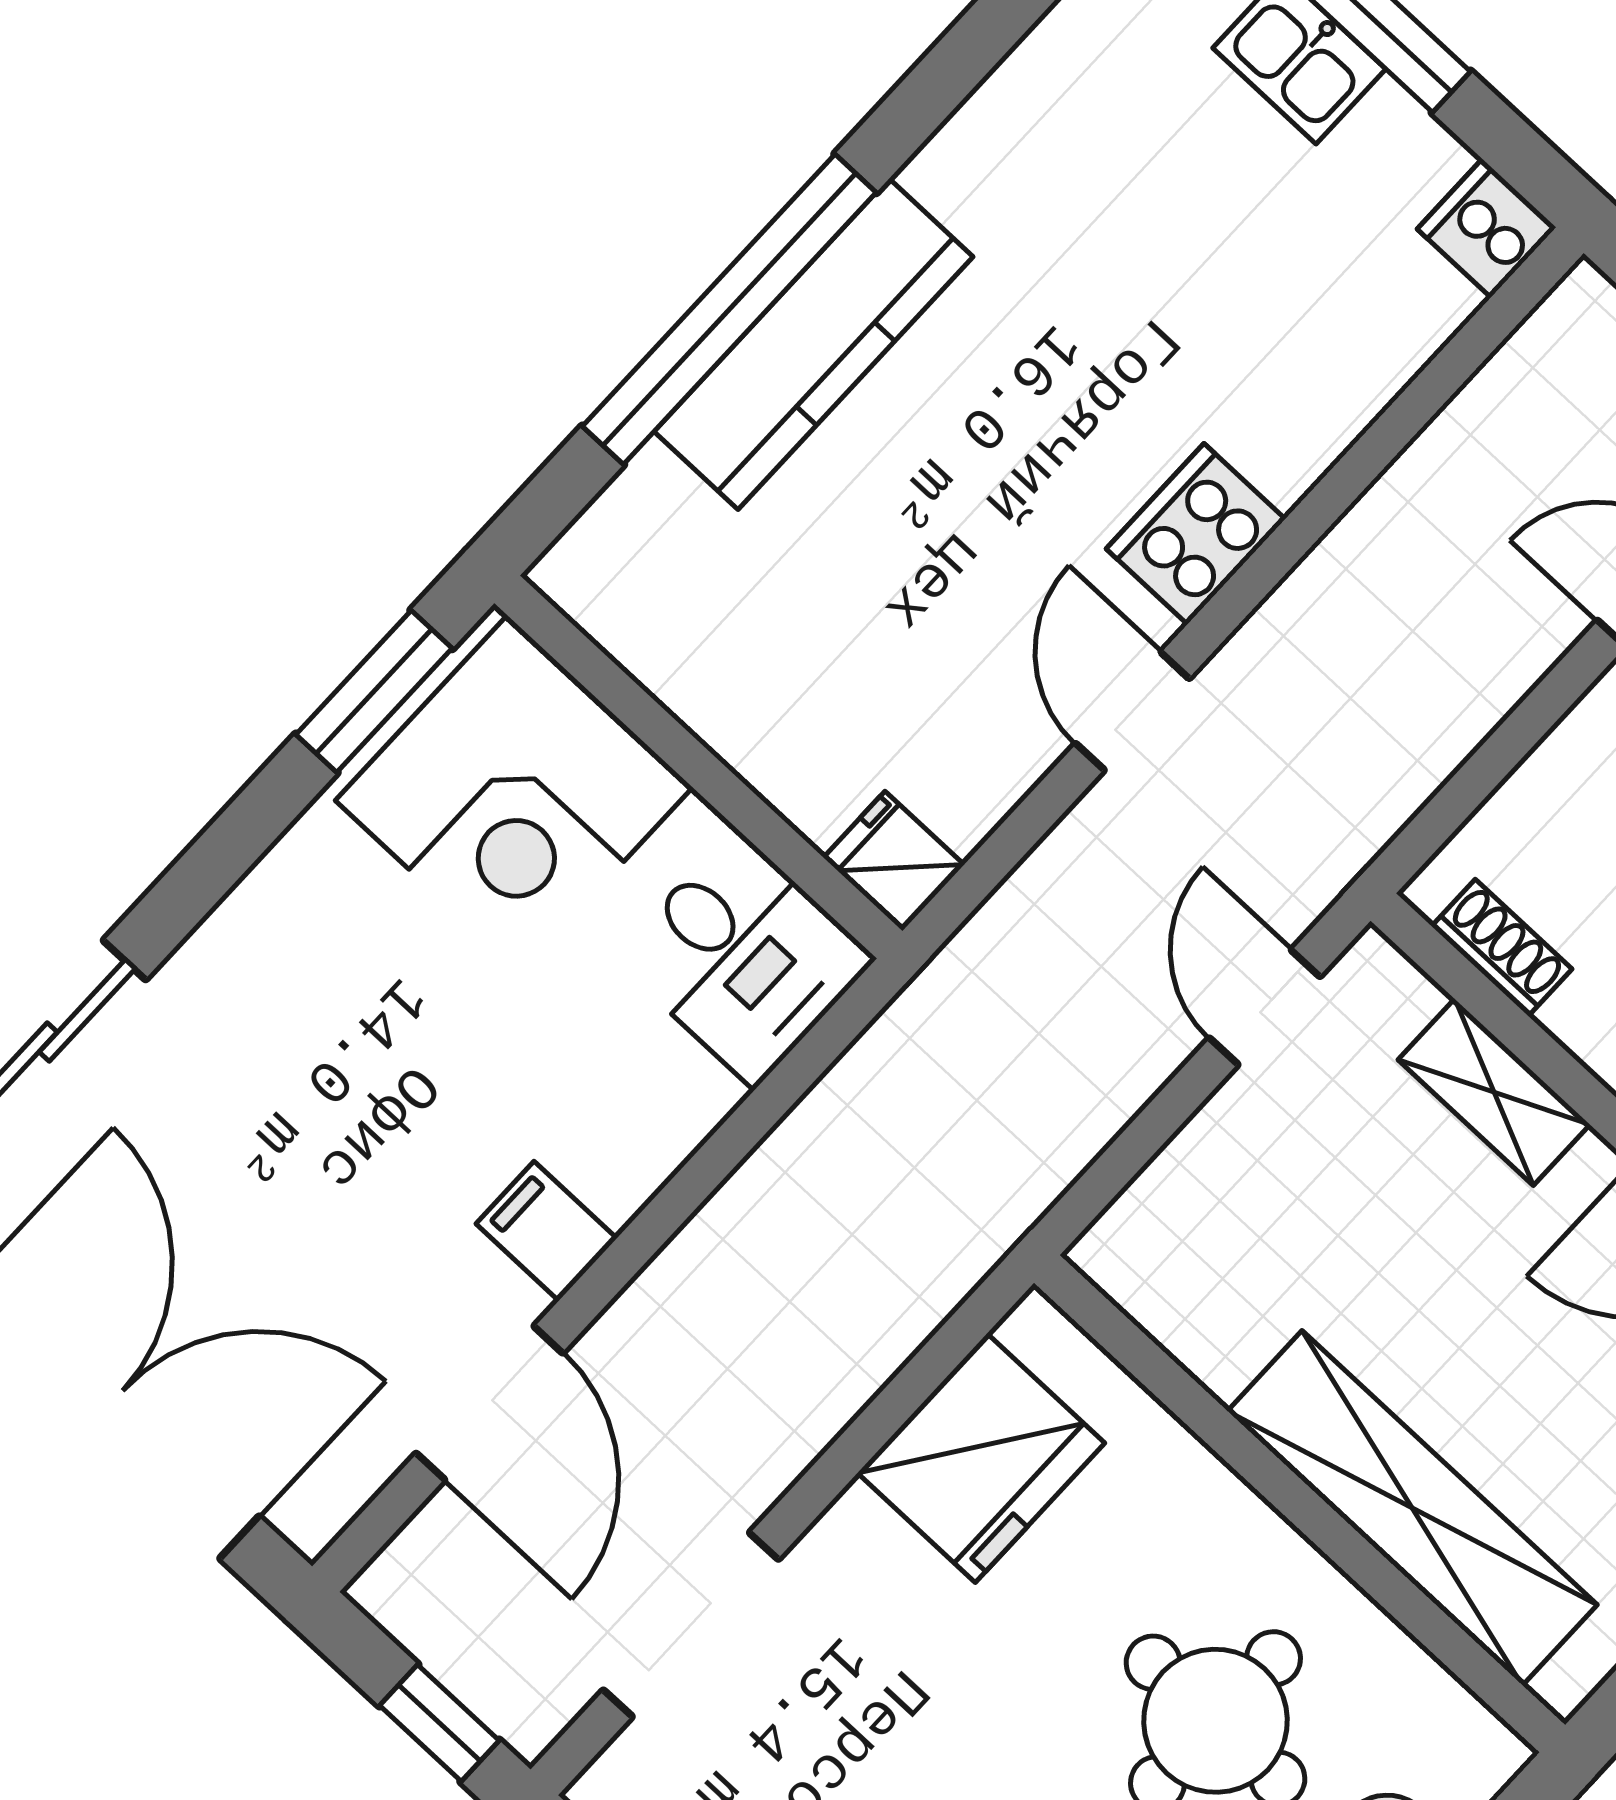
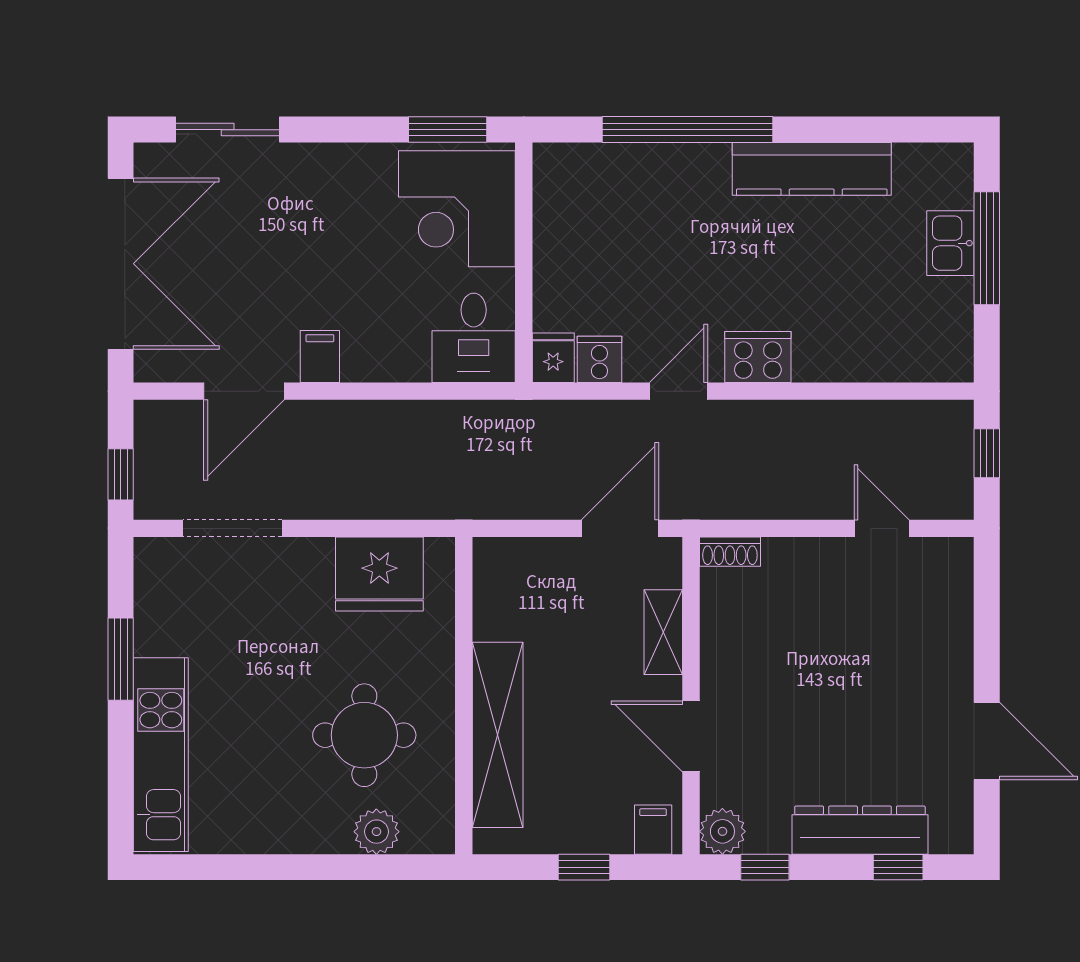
cooker: (1487, 228) -> (599, 359), moved
kitchen counter: (814, 344) -> (812, 169), moved
shoe rack: (1502, 948) -> (730, 552), moved, turned 90
door: (1265, 1007) -> (620, 528), width x1.38

